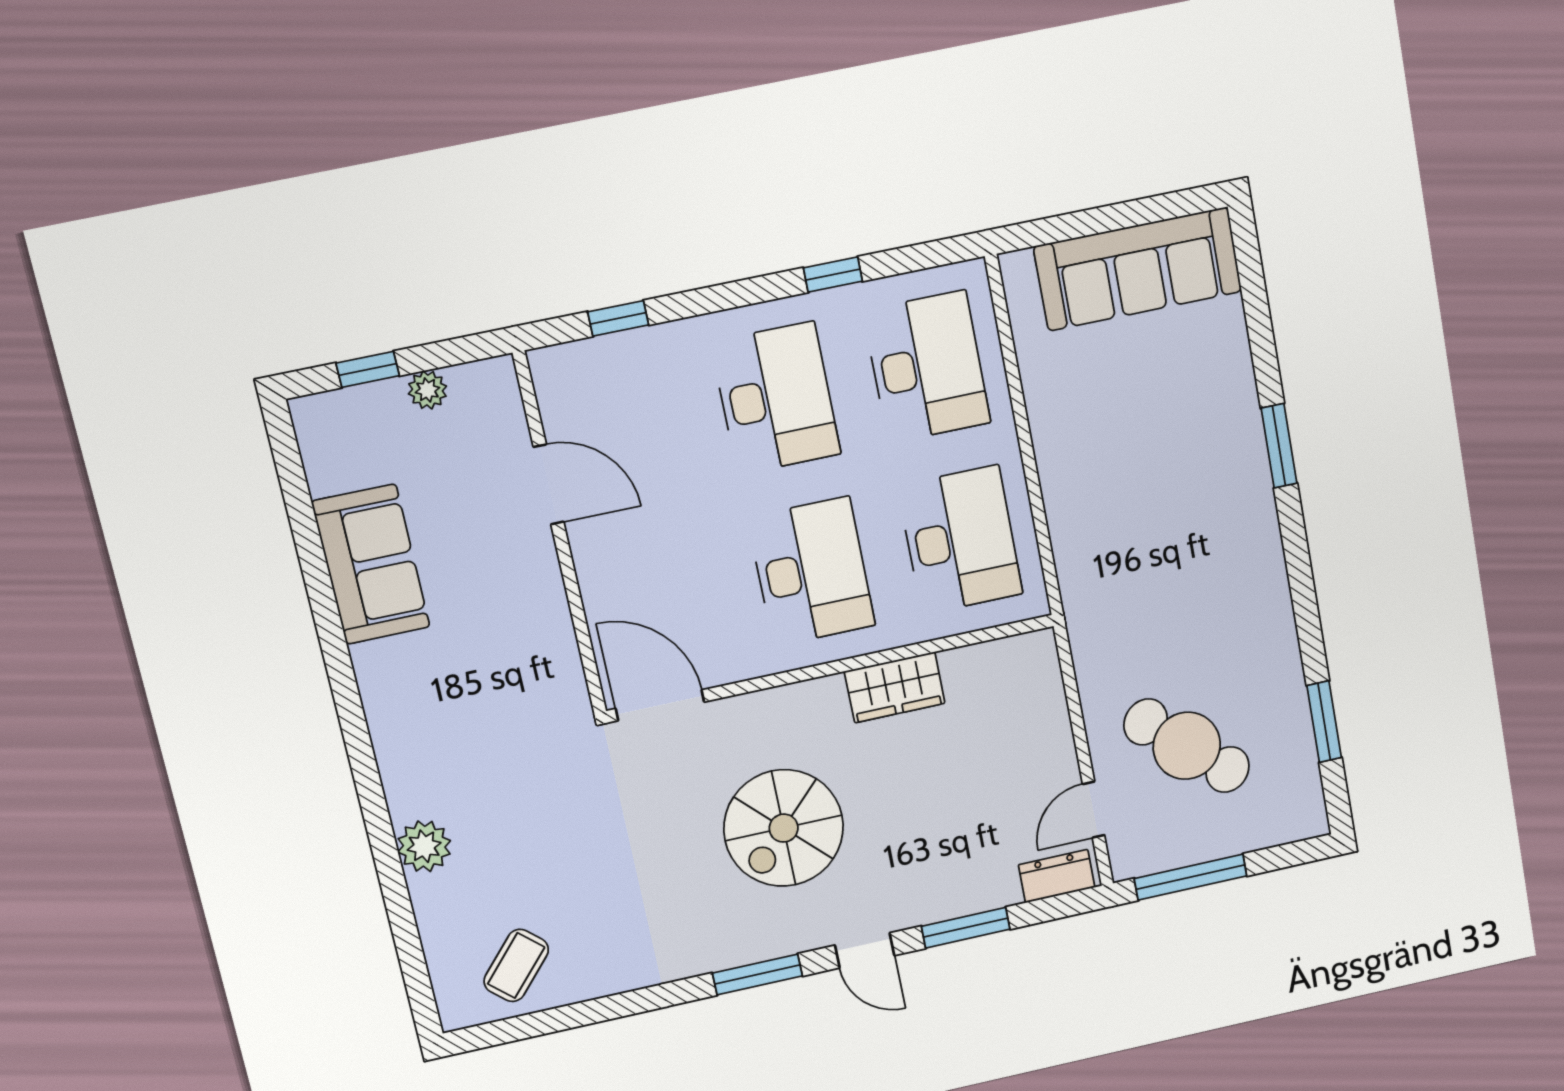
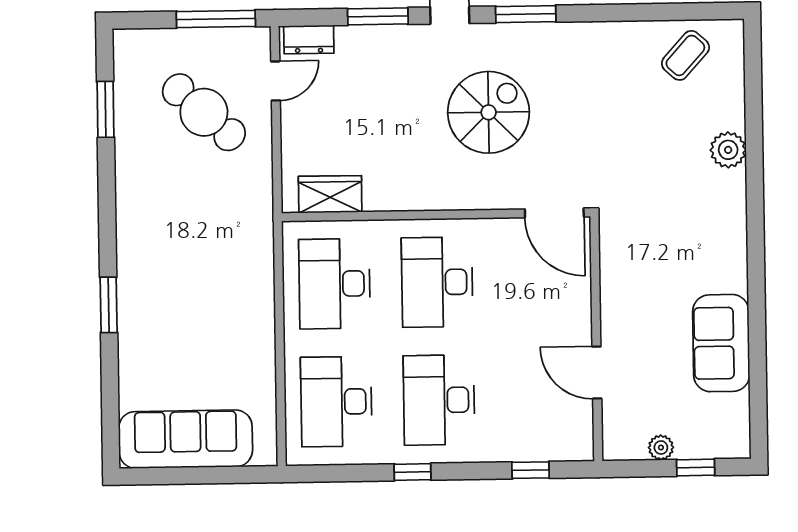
window: (833, 275) -> (413, 472), moved
wardrobe: (895, 687) -> (330, 194), moved

